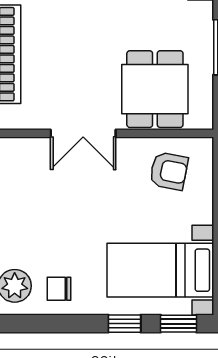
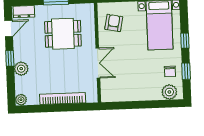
dining table: (155, 89) -> (63, 34), moved
window: (178, 324) -> (186, 71), moved

